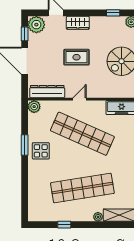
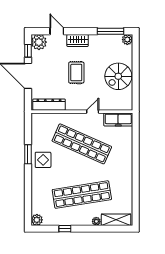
window: (113, 13) -> (110, 31), width x2.17
rug: (76, 57) -> (76, 73), turned 90
door: (80, 99) -> (93, 112), moved
plant: (34, 107) -> (37, 220), moved

